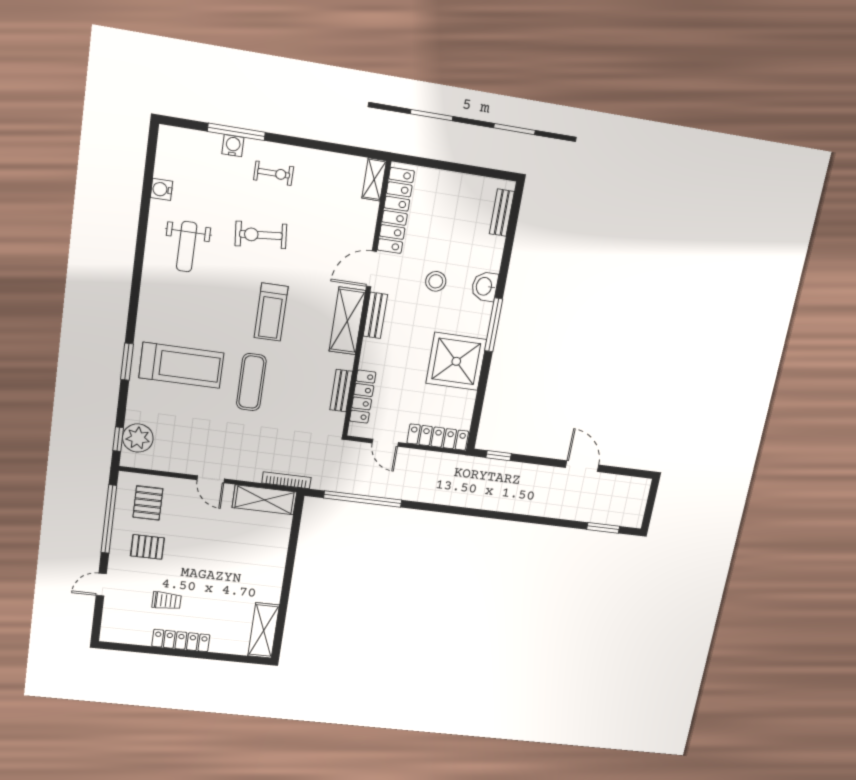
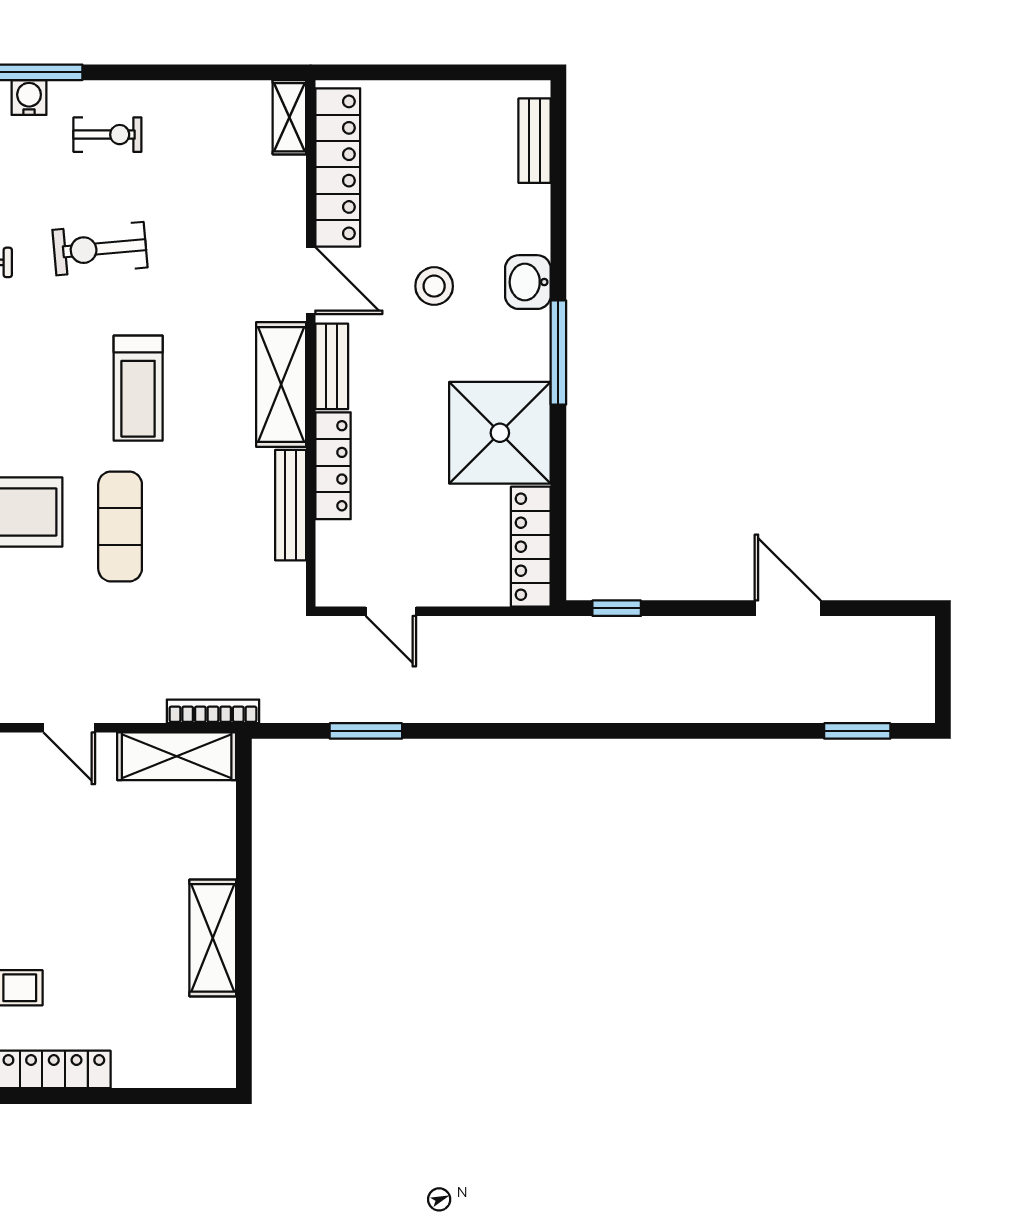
door: (372, 269) -> (311, 281), swing flipped
bench: (341, 391) -> (291, 505), width x1.36
locker: (363, 397) -> (333, 466), moved
locker: (438, 437) -> (531, 547), moved, turned -90
window: (363, 499) -> (366, 731), width x0.47
shelving: (264, 631) -> (213, 938), moved

